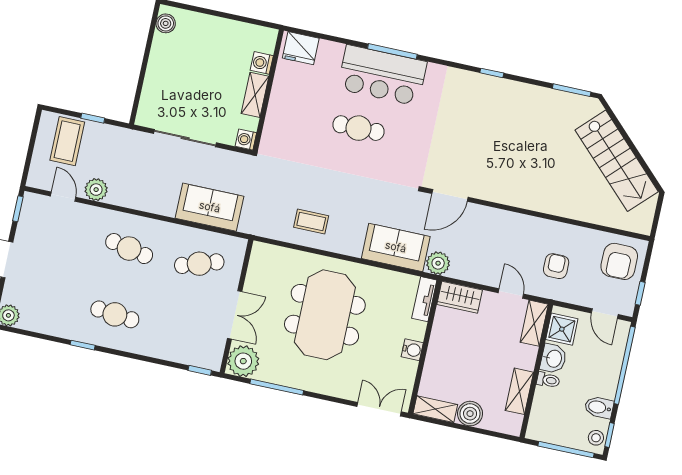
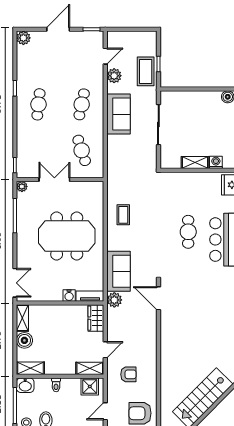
washing machine: (246, 140) -> (166, 163), removed
coffee table: (67, 141) -> (146, 71), moved, turned 90
sofa: (210, 207) -> (118, 114), moved
double door: (235, 315) -> (54, 179), swing flipped
water cooler: (412, 350) -> (69, 296), moved
washbasin: (553, 359) -> (25, 385), moved
plant: (243, 361) -> (22, 186), width x0.53, depth x0.53
shelving: (519, 391) -> (30, 368), moved

